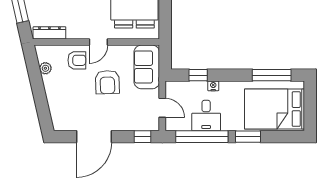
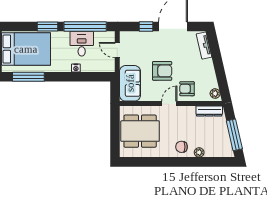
plant: (45, 68) -> (215, 94), moved
window: (198, 75) -> (88, 77), removed
armchair: (107, 82) -> (162, 71), turned 92
tv unit: (56, 113) -> (204, 45), added
window: (142, 137) -> (146, 26), moved

